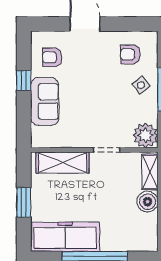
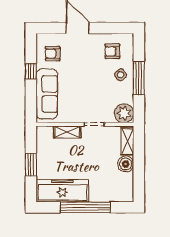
sofa: (45, 101) -> (47, 94), width x1.36
shelving: (63, 162) -> (67, 132), width x0.67, depth x0.75

